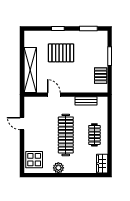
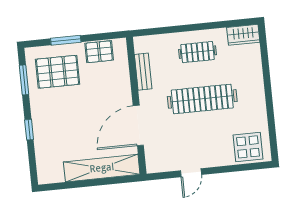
pallet: (61, 53) -> (58, 72), moved, turned 90
door: (54, 95) -> (138, 125), width x1.88
plant: (58, 168) -> (257, 106), removed

